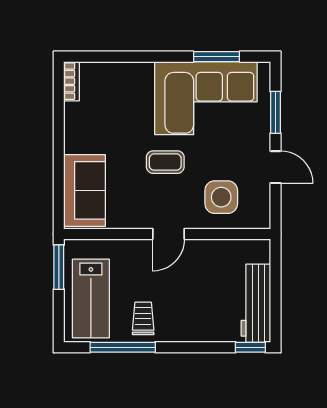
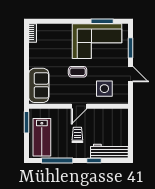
workbench: (256, 303) -> (109, 151), moved, turned 90
trolley: (143, 318) -> (77, 135), moved
window: (250, 347) -> (94, 161), moved

